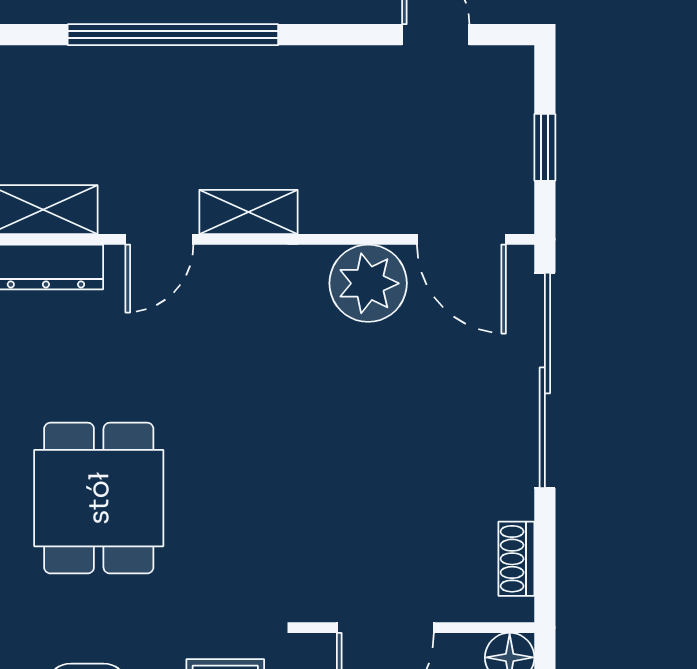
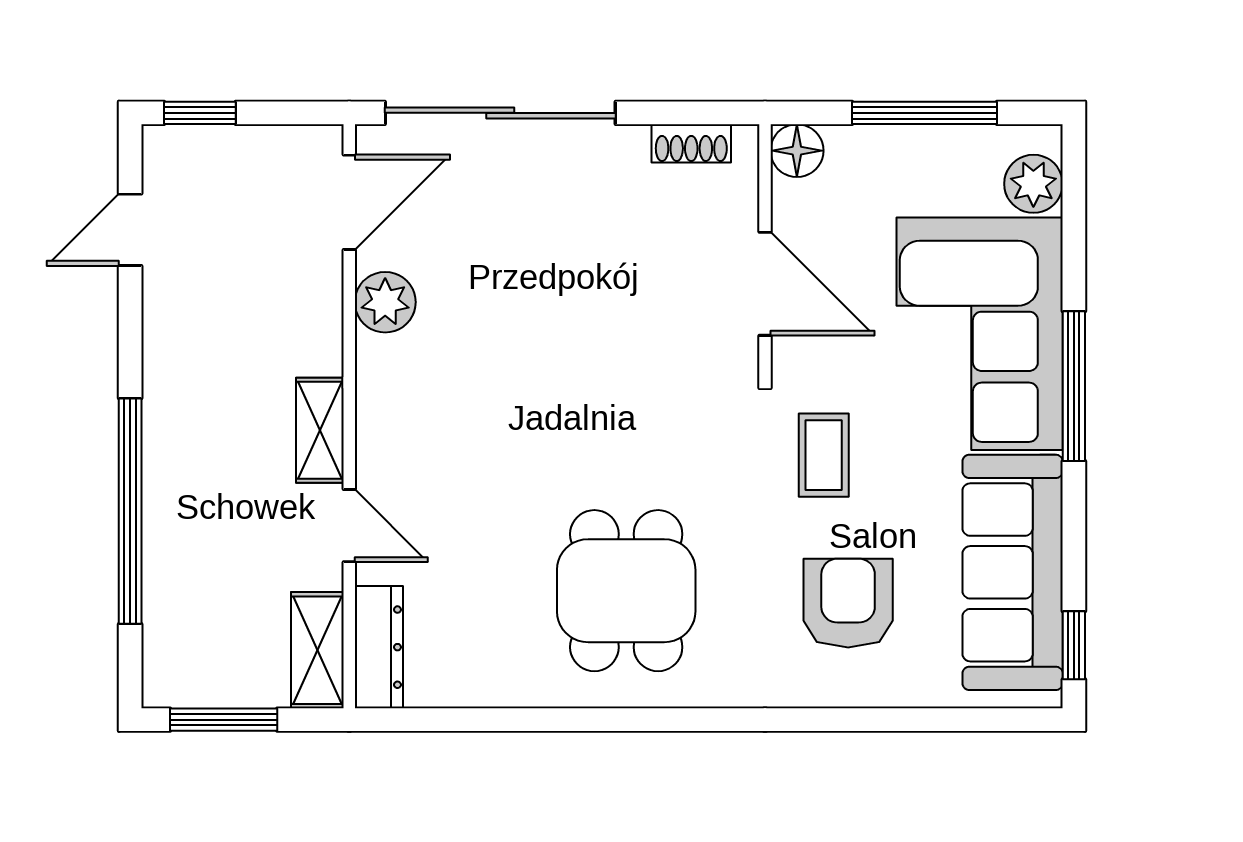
window: (545, 147) -> (200, 113), moved
plant: (368, 283) -> (385, 302), width x0.73, depth x0.73
dining table: (99, 498) -> (626, 591), turned 90

